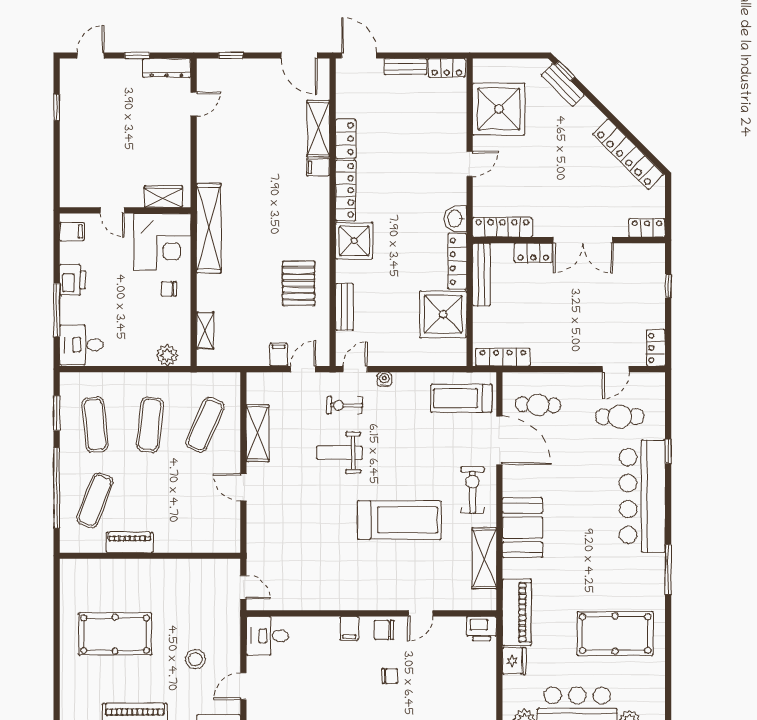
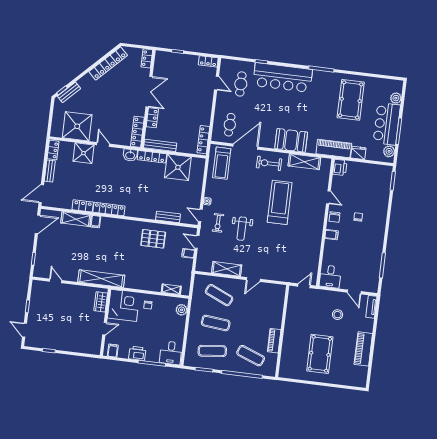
dresser: (167, 68) -> (36, 292), removed
shelving: (209, 228) -> (101, 279), moved
shower: (354, 241) -> (83, 153), moved

